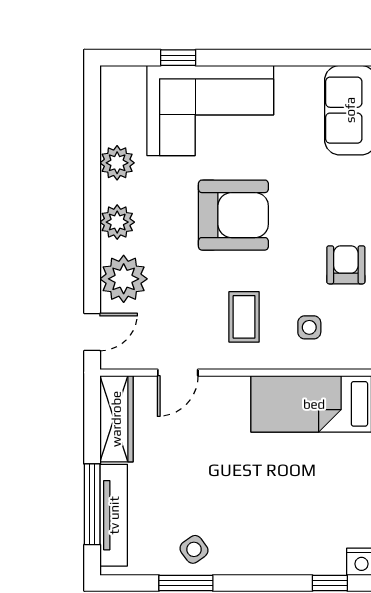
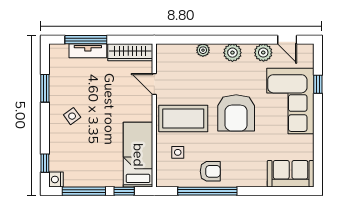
plant: (124, 279) -> (203, 50), width x0.53, depth x0.53
coffee table: (244, 317) -> (183, 118), width x1.86, depth x1.72
door: (92, 332) -> (287, 40), moved
tv unit: (114, 515) -> (88, 51), width x0.71
side table: (194, 549) -> (72, 116), moved

